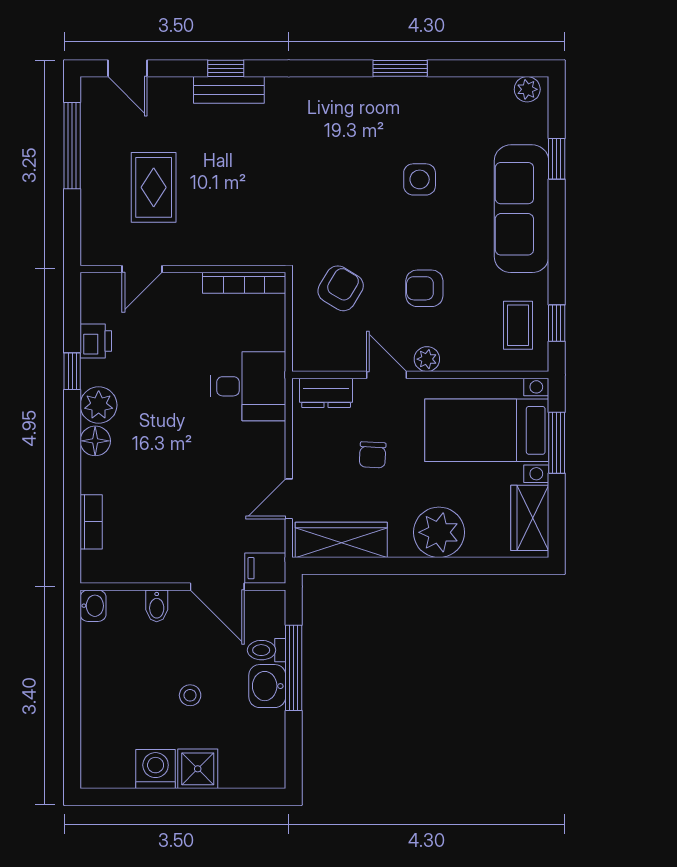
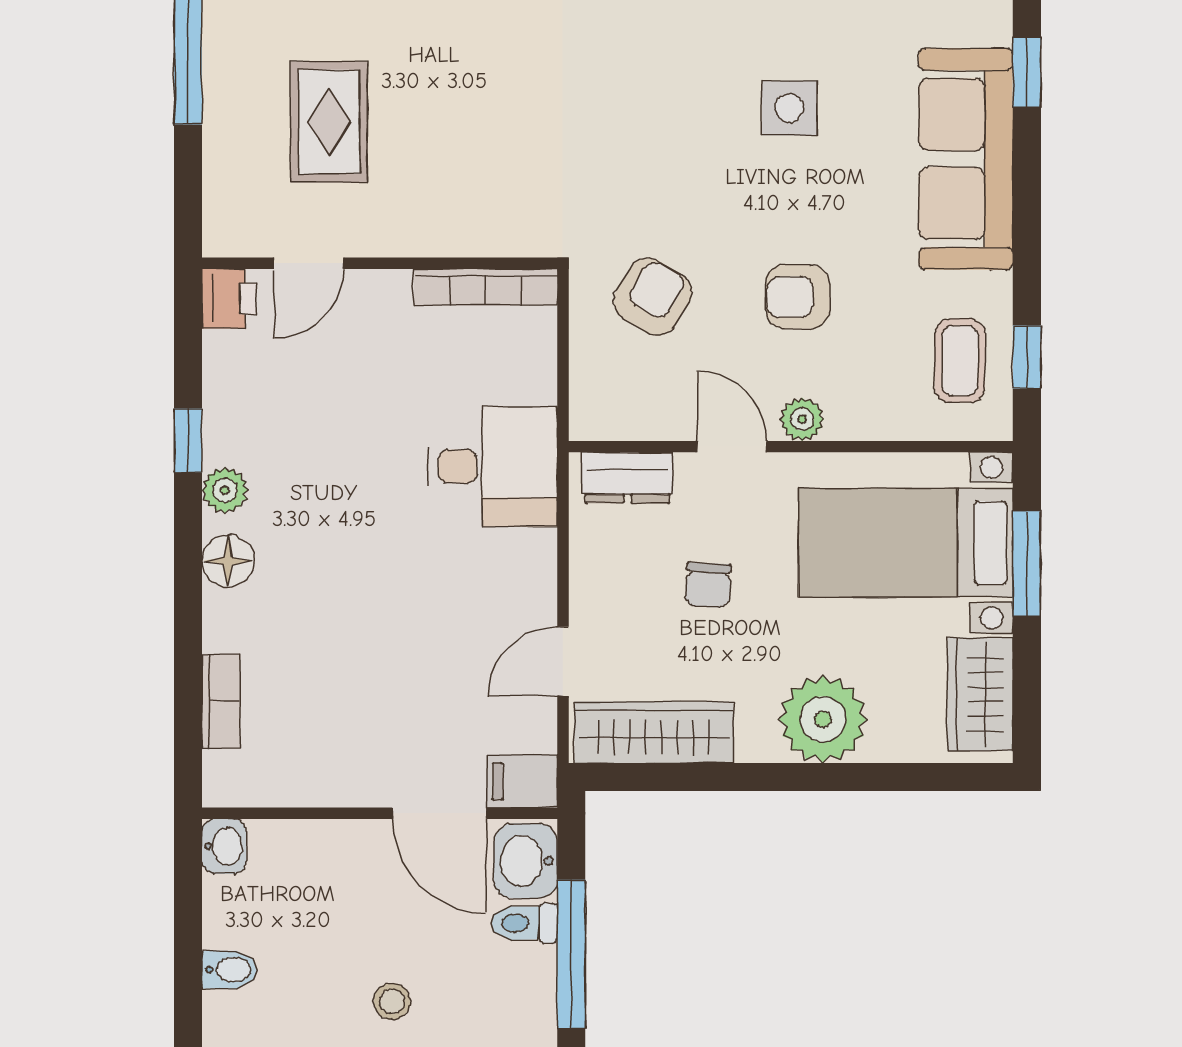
printer: (96, 341) -> (229, 299), moved
plant: (99, 405) -> (225, 490), width x0.73, depth x0.73
bidet: (157, 606) -> (230, 970), moved, turned -90
washbasin: (267, 686) -> (526, 861), moved

